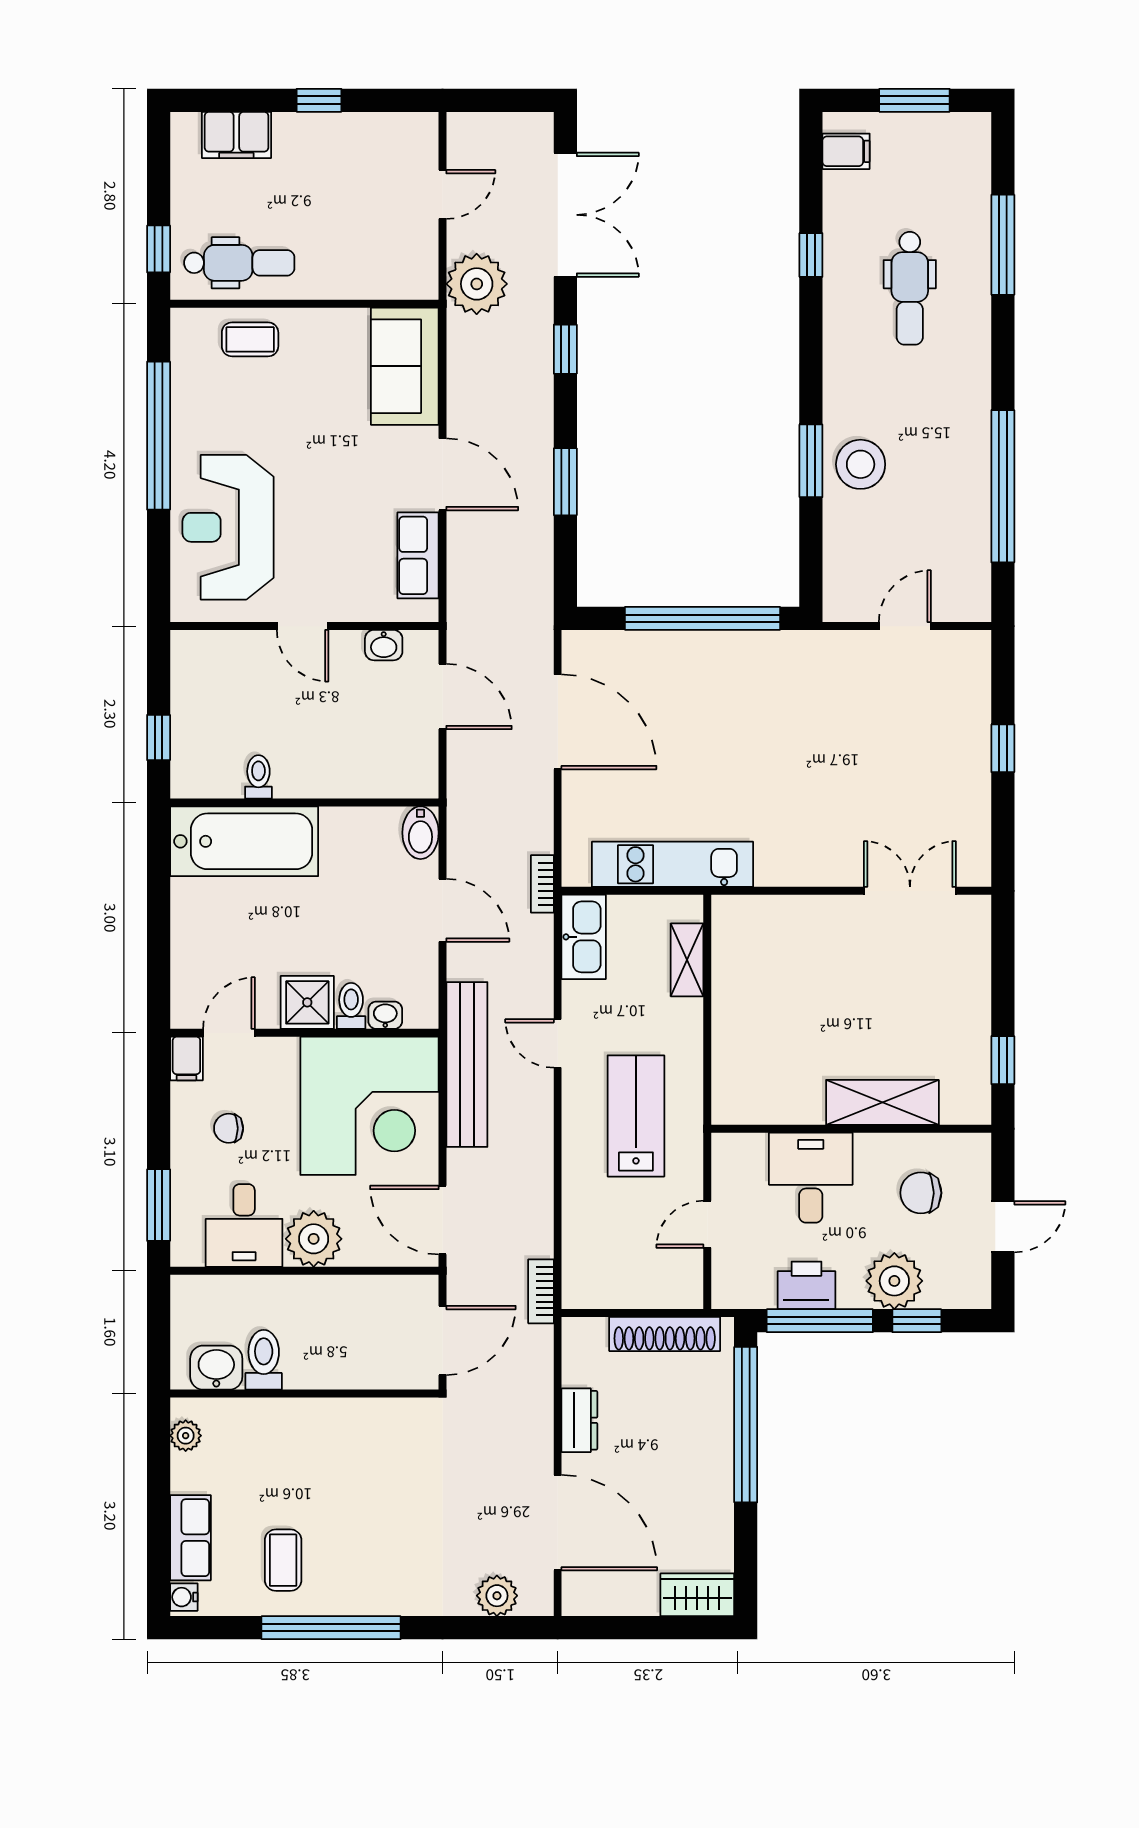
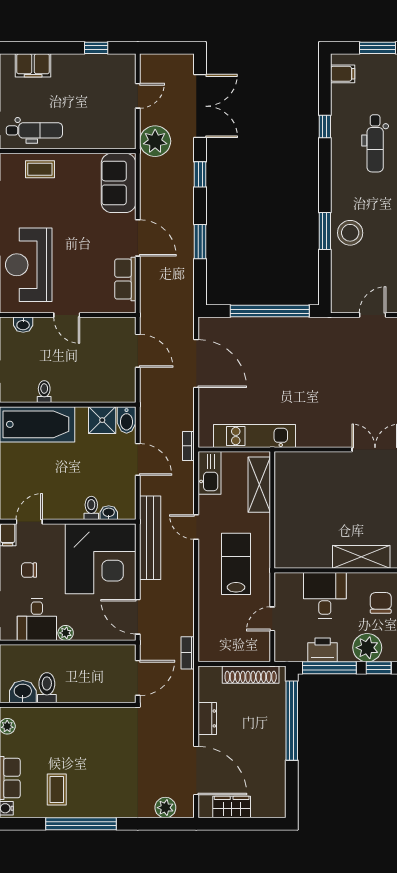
window: (319, 100) -> (96, 48), moved
washbasin: (384, 645) -> (23, 325), moved
shelving: (687, 960) -> (259, 485), width x1.50, depth x1.33
shower: (307, 1002) -> (102, 420), moved
chair: (921, 1193) -> (381, 603), turned 90
plant: (314, 1239) -> (66, 633), width x0.53, depth x0.53
wardrobe: (697, 1595) -> (232, 807), moved

